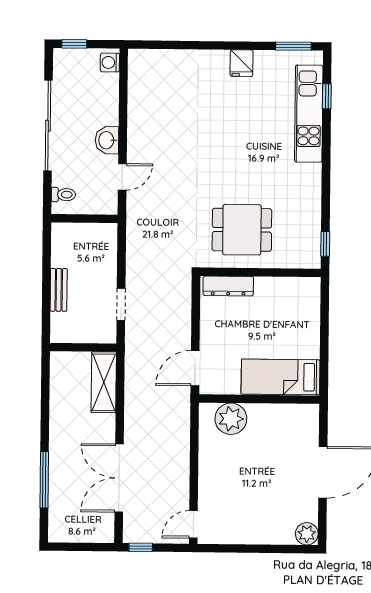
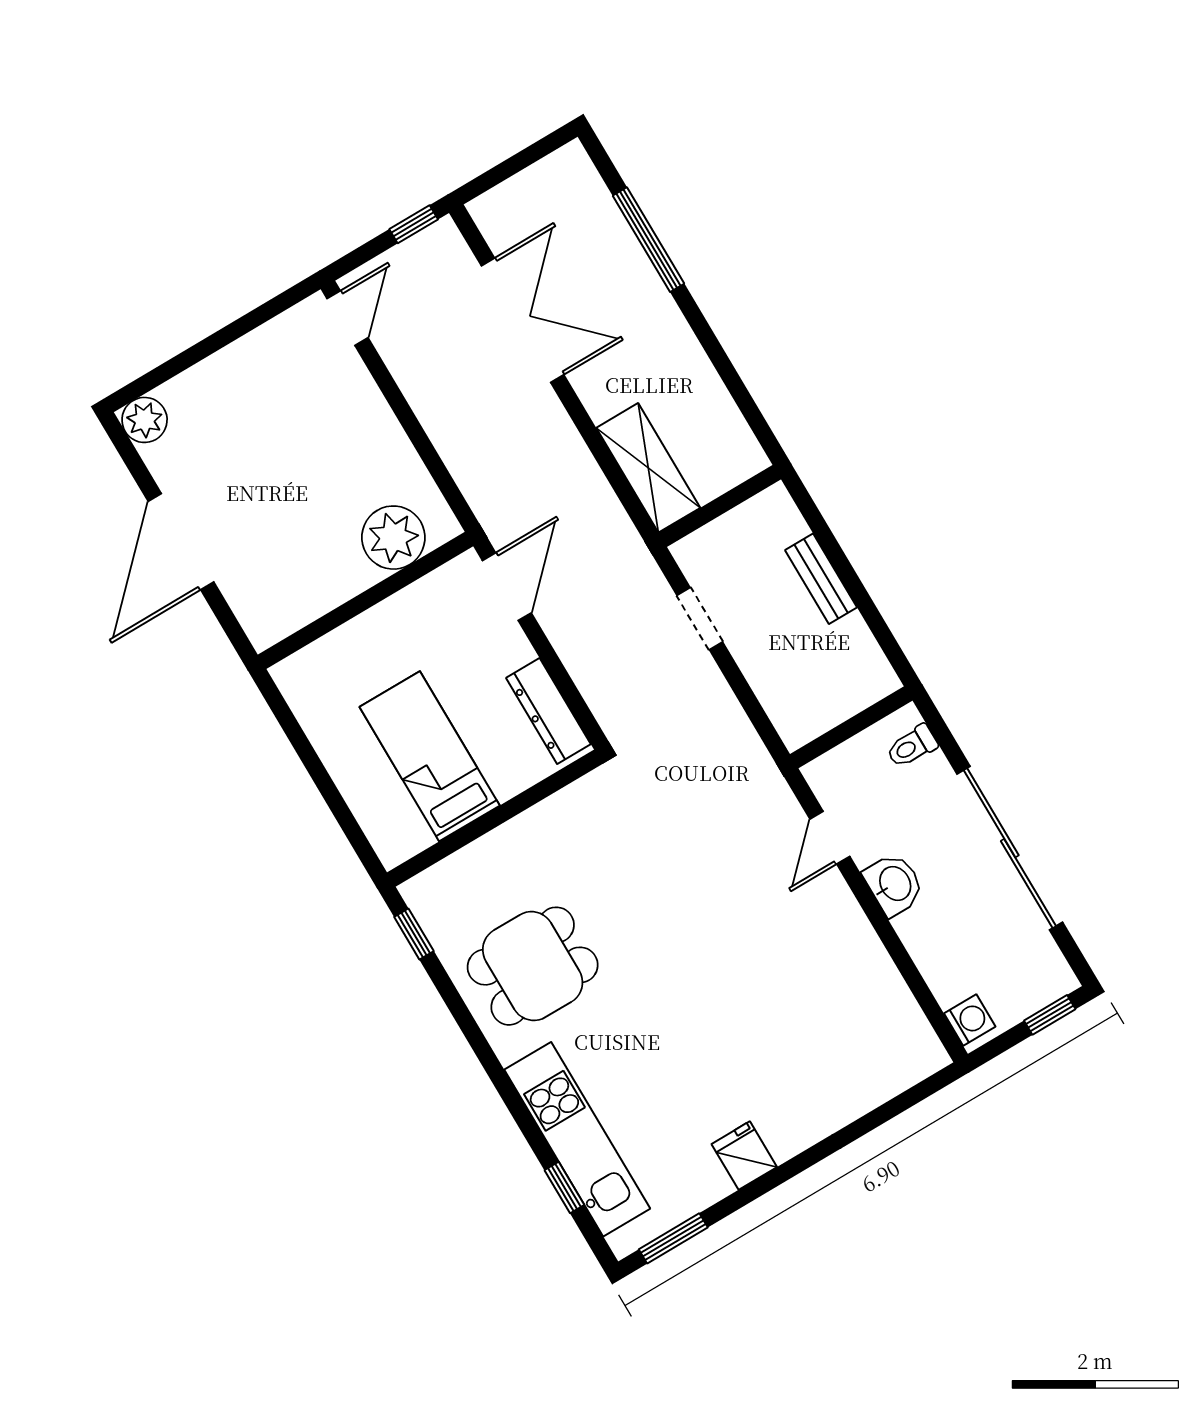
dining table: (242, 230) -> (533, 966), moved
dresser: (228, 286) -> (548, 711), moved, turned -90
bed: (281, 377) -> (430, 756), moved, turned -90

